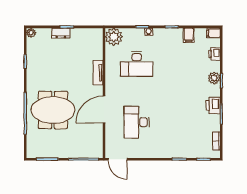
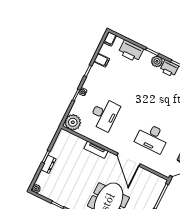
printer: (215, 54) -> (131, 51), width x1.87, depth x1.48
plant: (214, 78) -> (157, 61), moved

